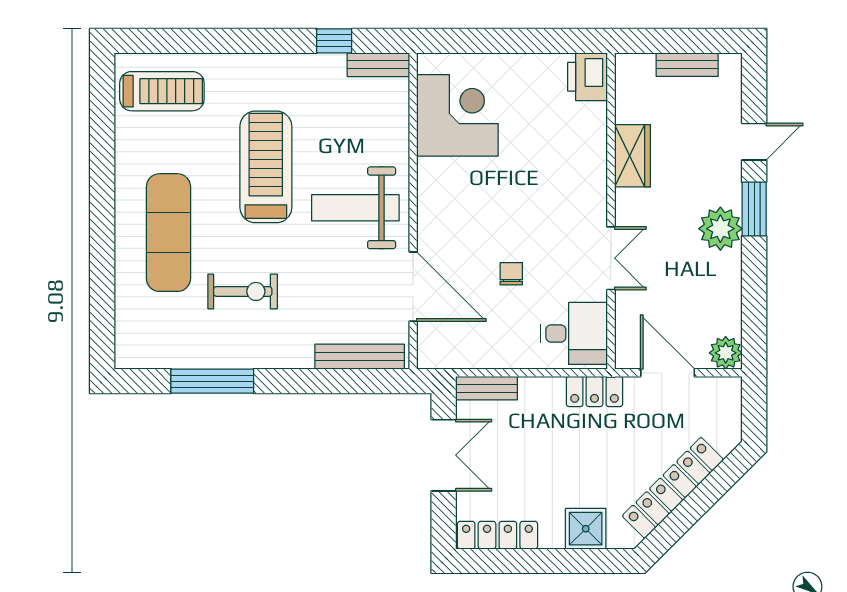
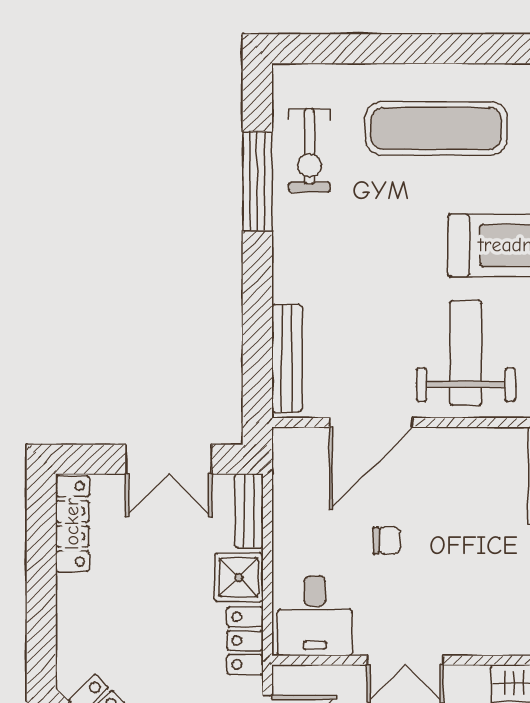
exercise bike: (243, 291) -> (309, 150), moved
shower: (586, 529) -> (239, 577), moved

